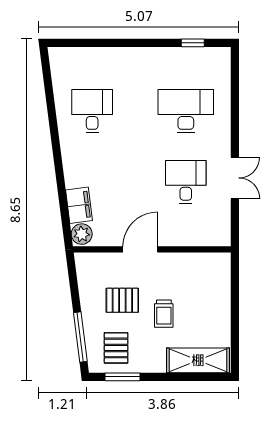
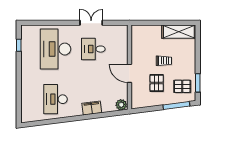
desk: (92, 111) -> (55, 99), width x1.37
desk: (186, 111) -> (55, 49), width x1.36, depth x1.30
filing cabinet: (79, 205) -> (92, 108), moved
shelving: (198, 360) -> (179, 32), moved, turned 90

